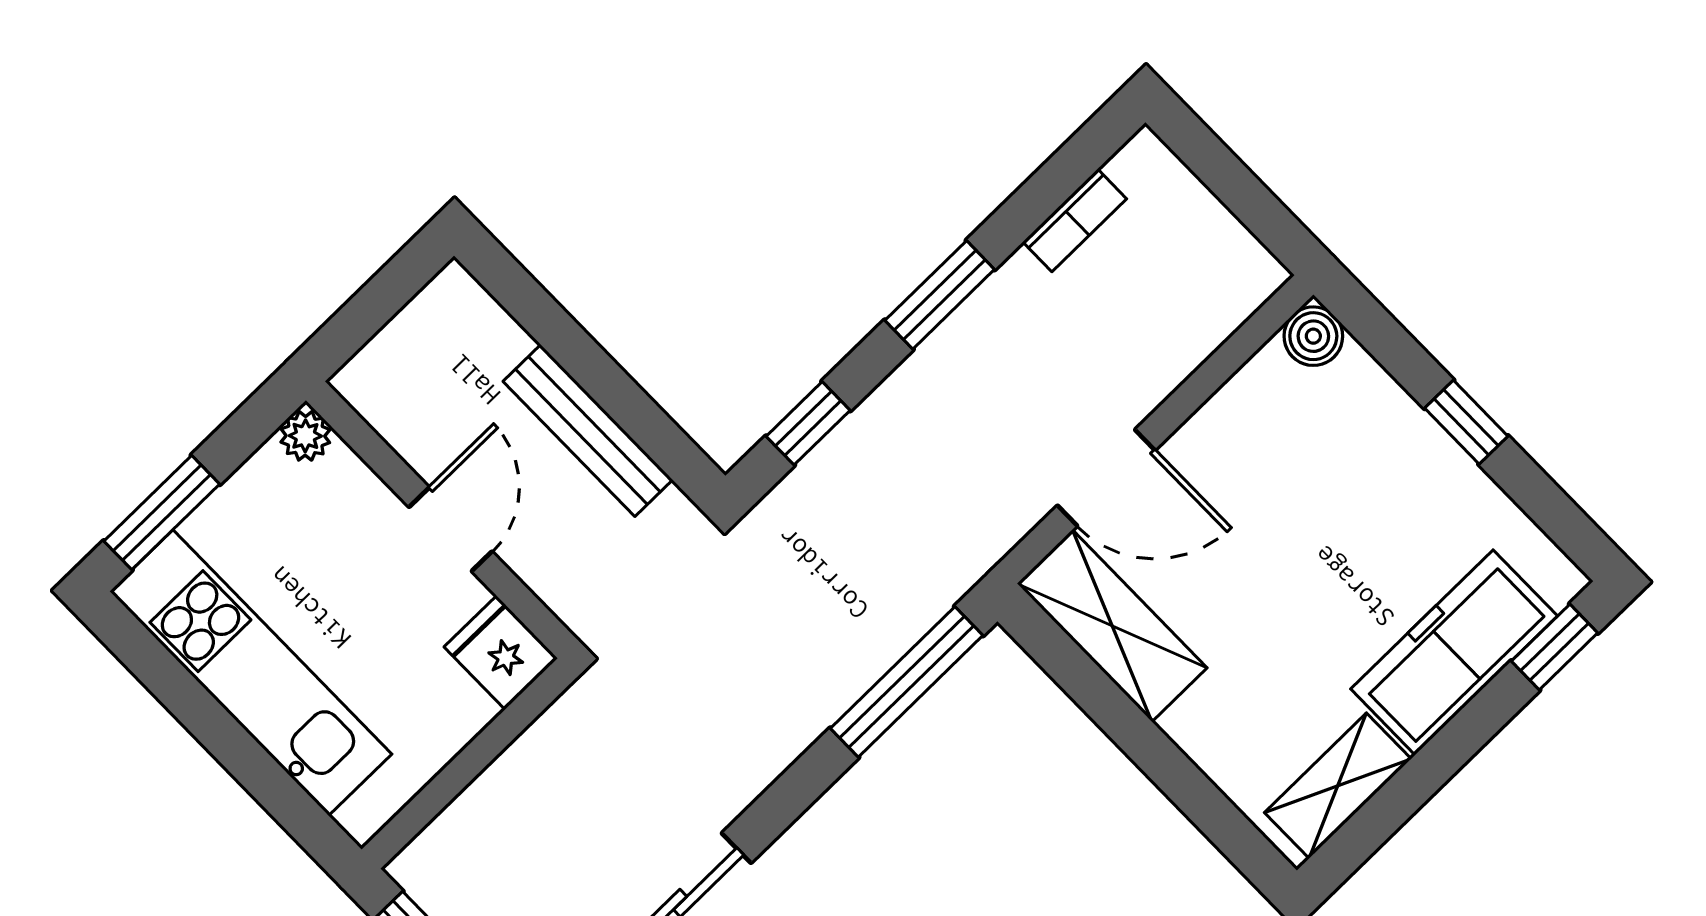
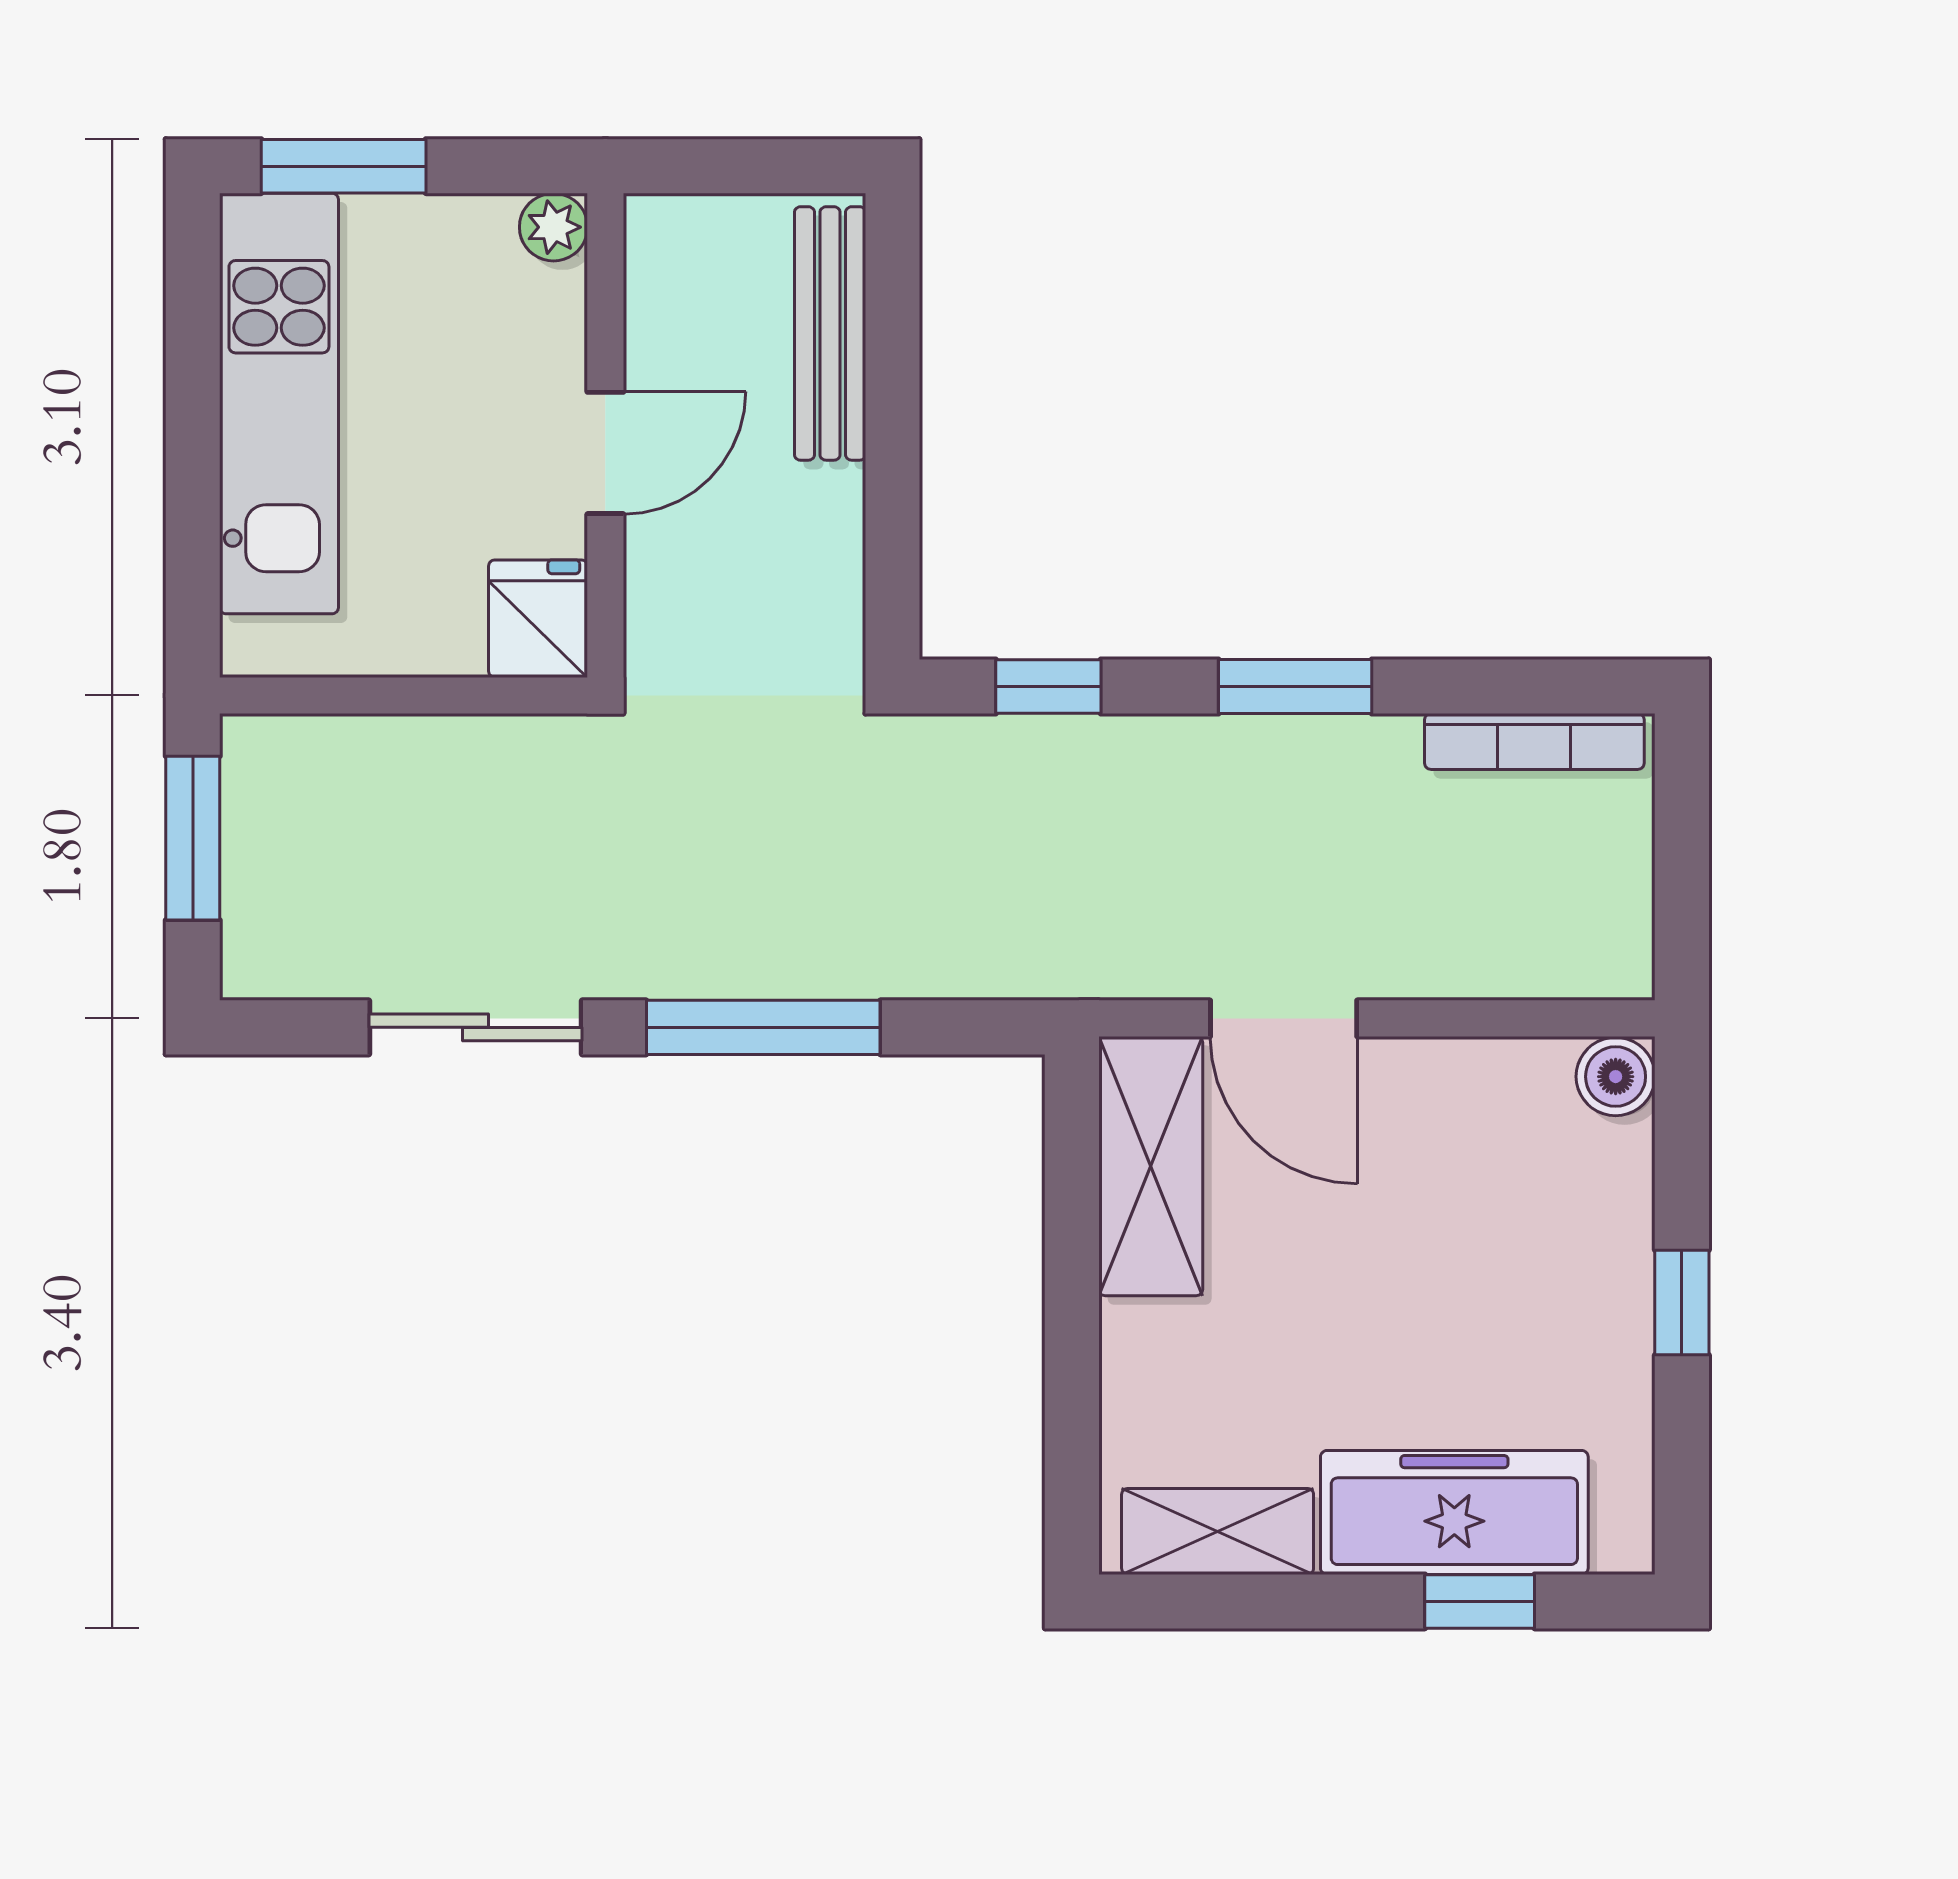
bookcase: (1075, 220) -> (1534, 741), width x1.56
bench: (588, 430) -> (830, 333), moved
window: (1555, 647) -> (1480, 1601), moved
window: (907, 682) -> (763, 1027), moved

